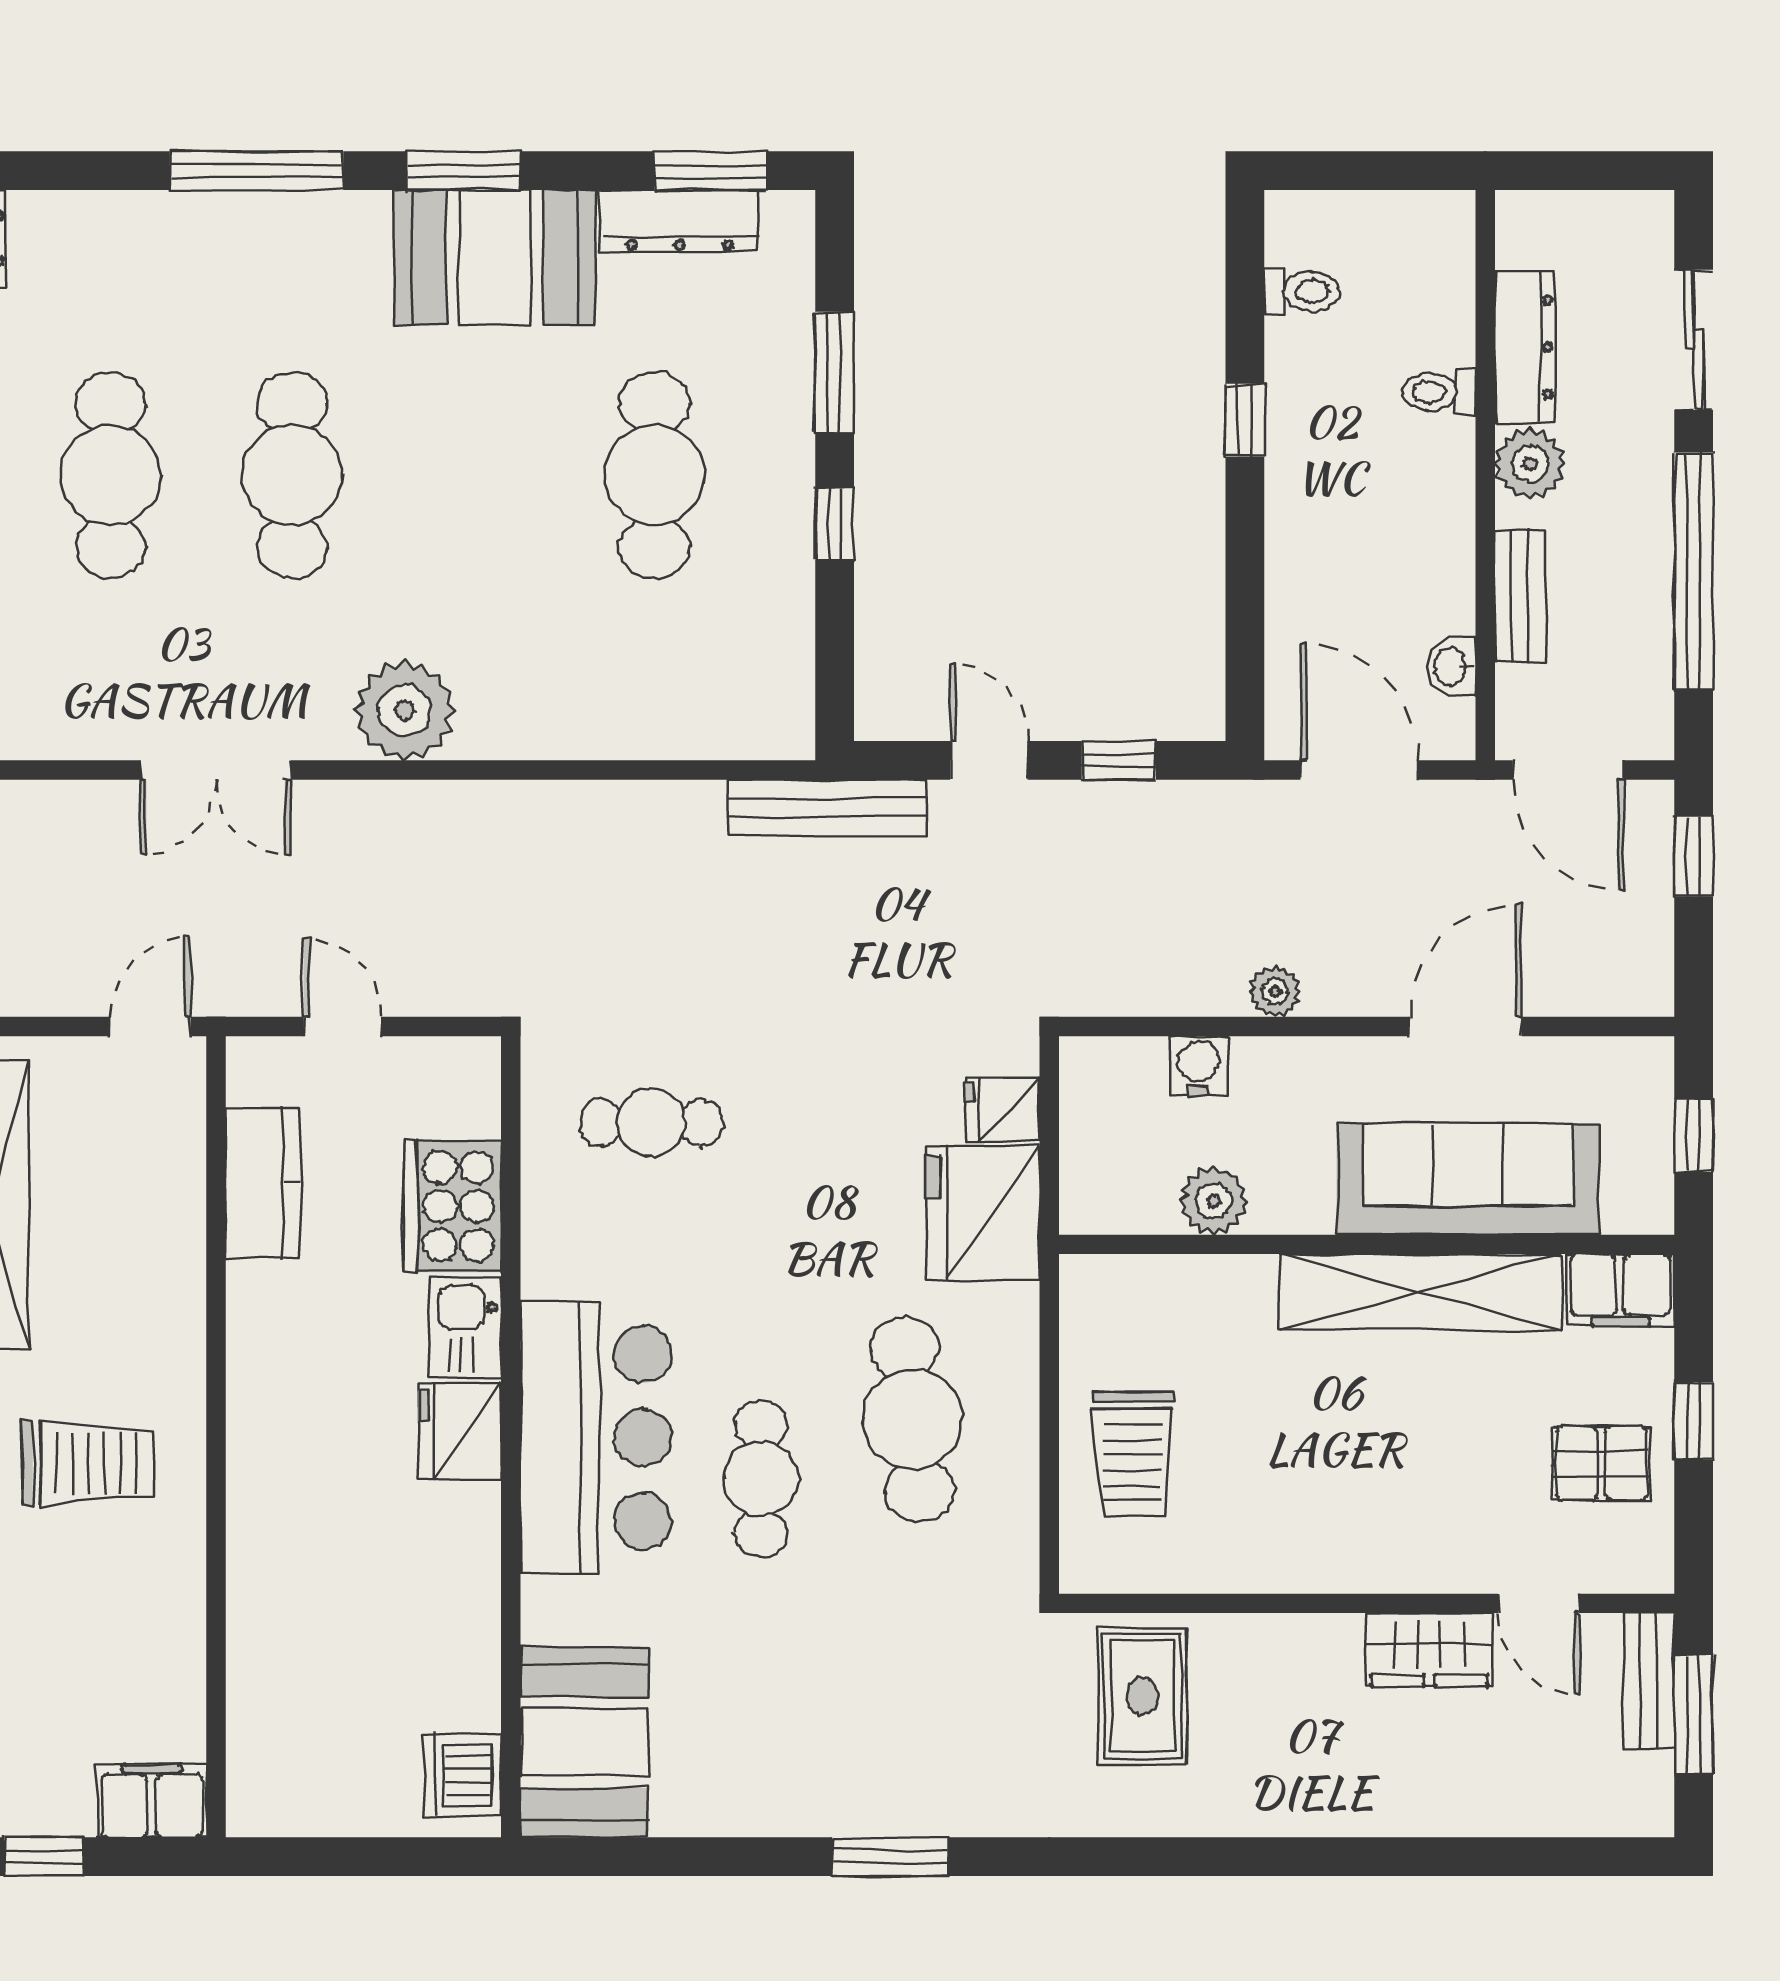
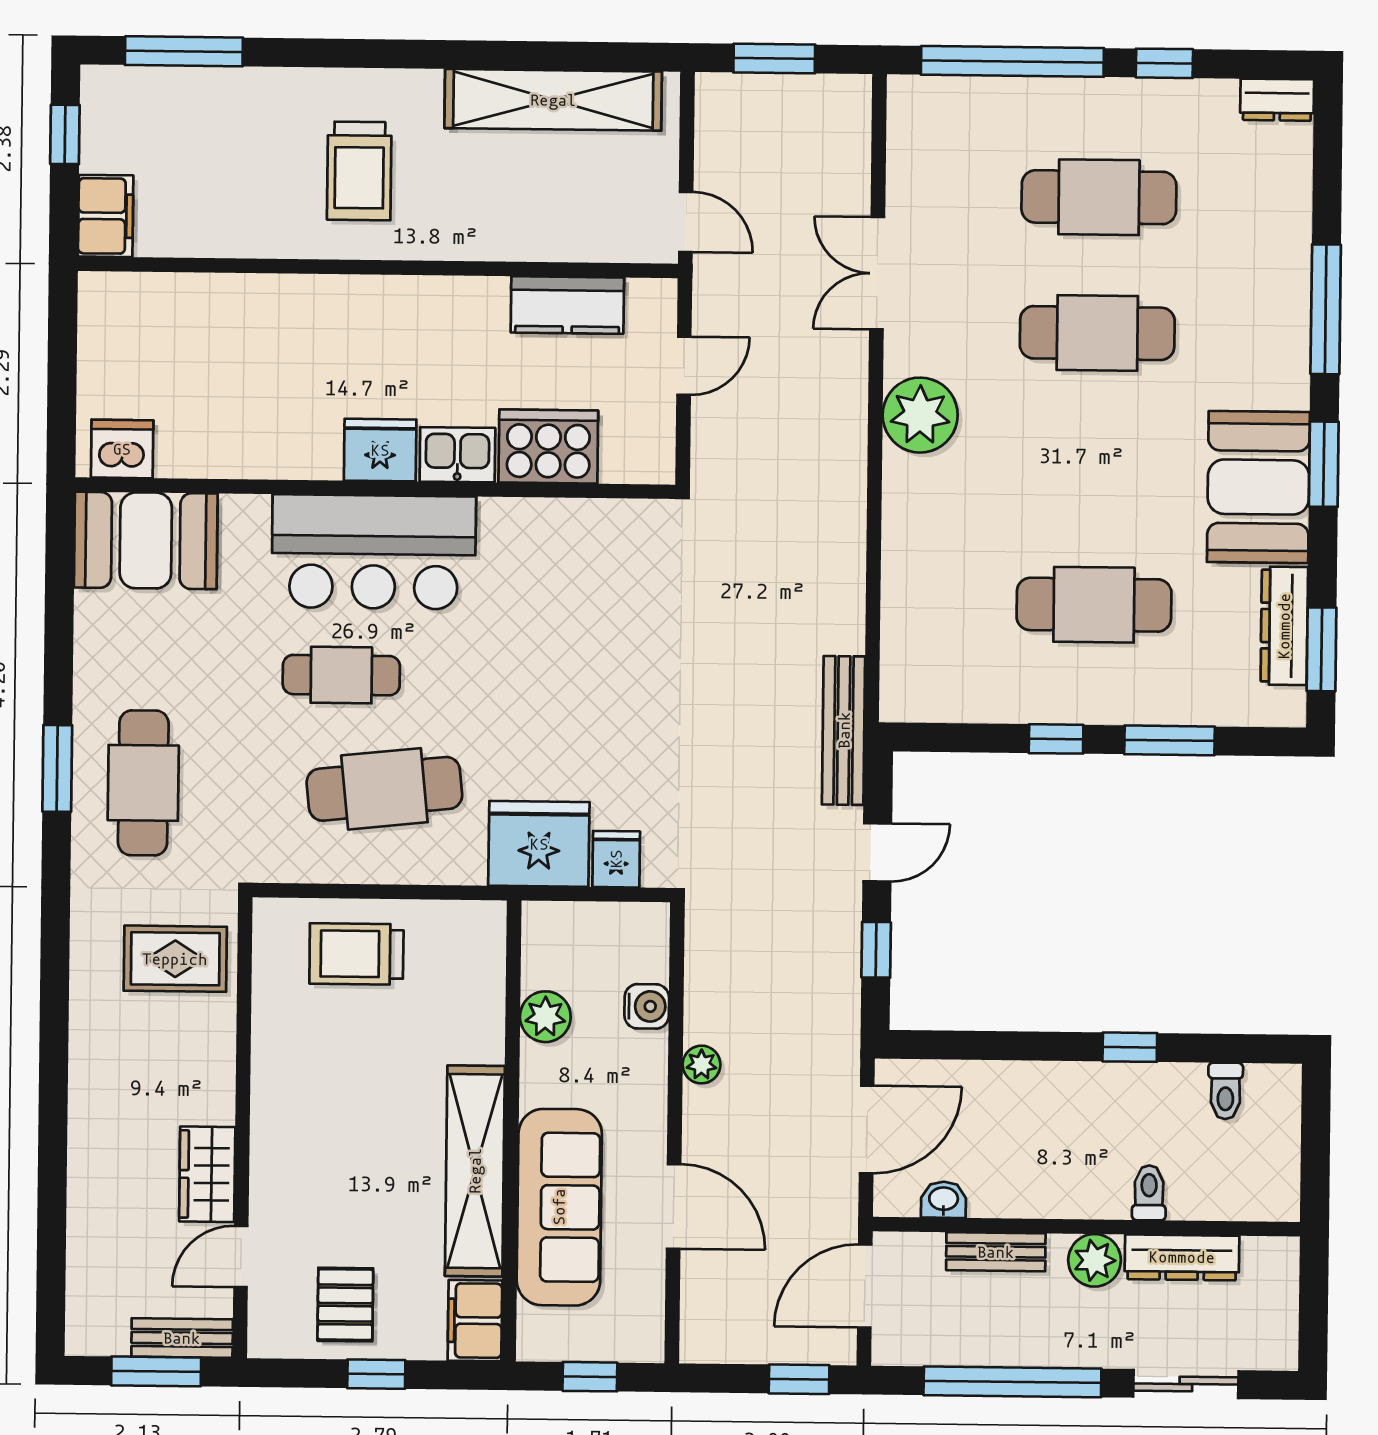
cafe table: (651, 1123) -> (143, 783), moved, width x1.37, depth x1.35

